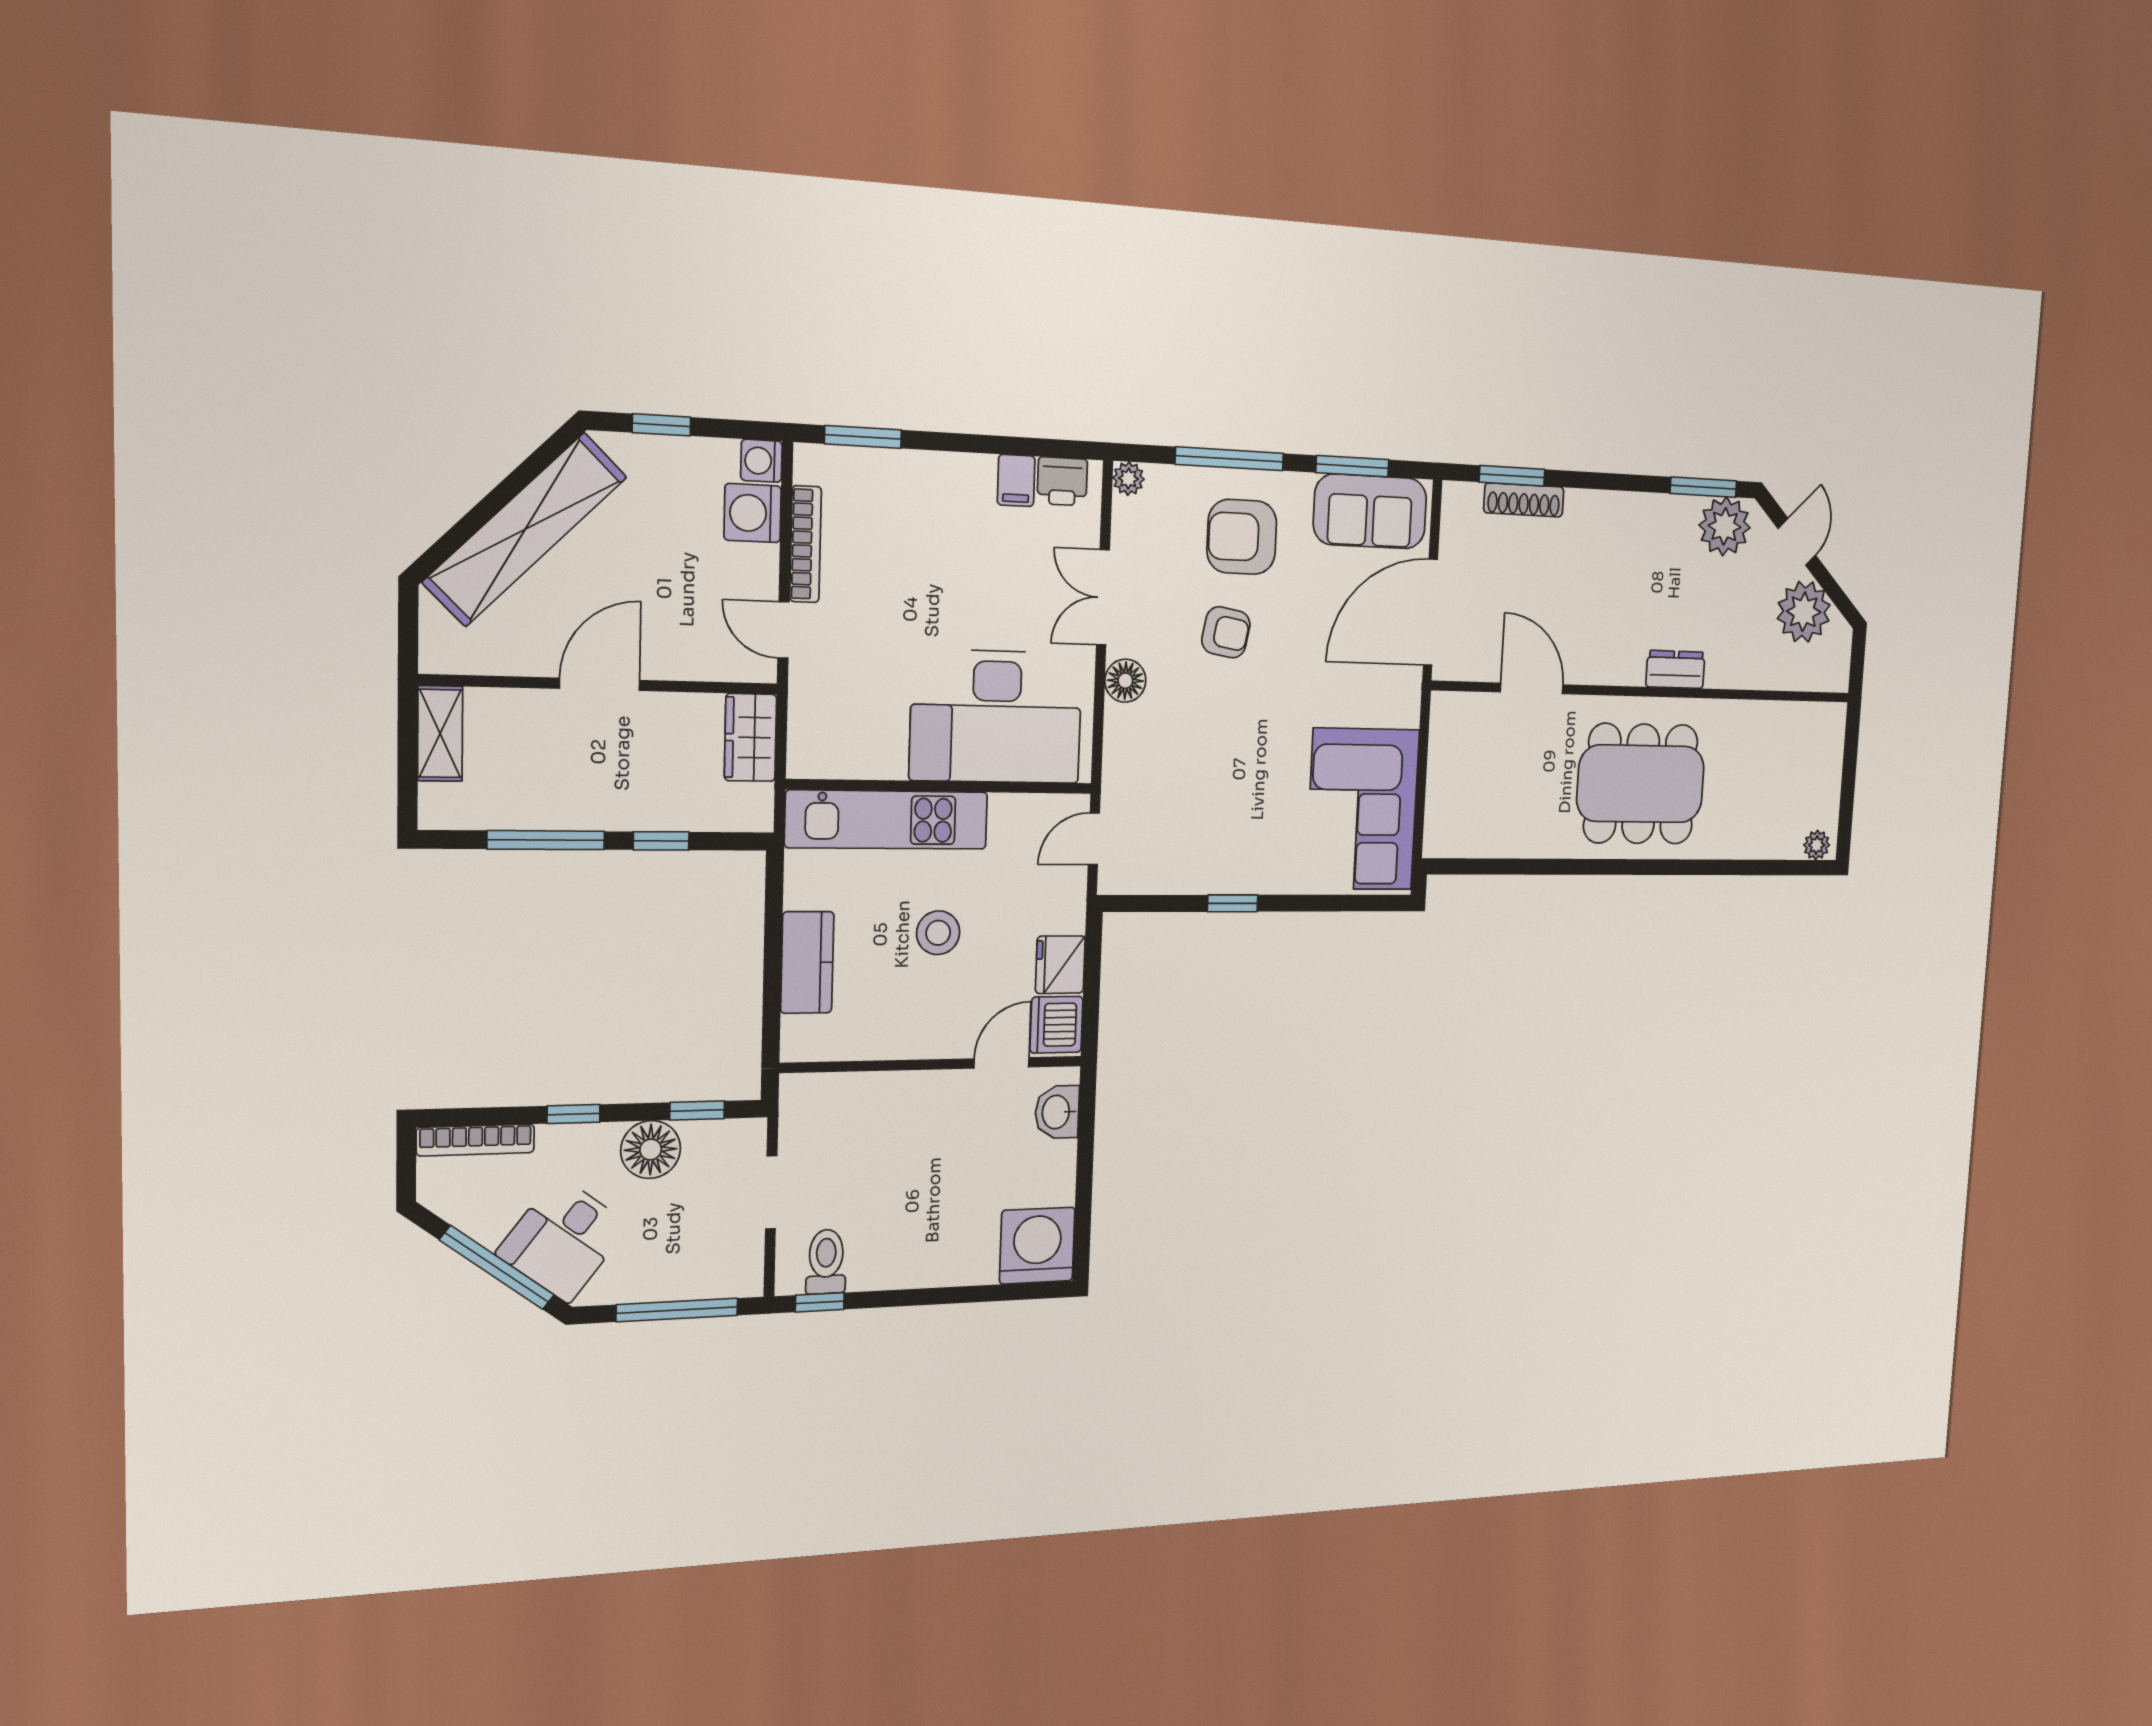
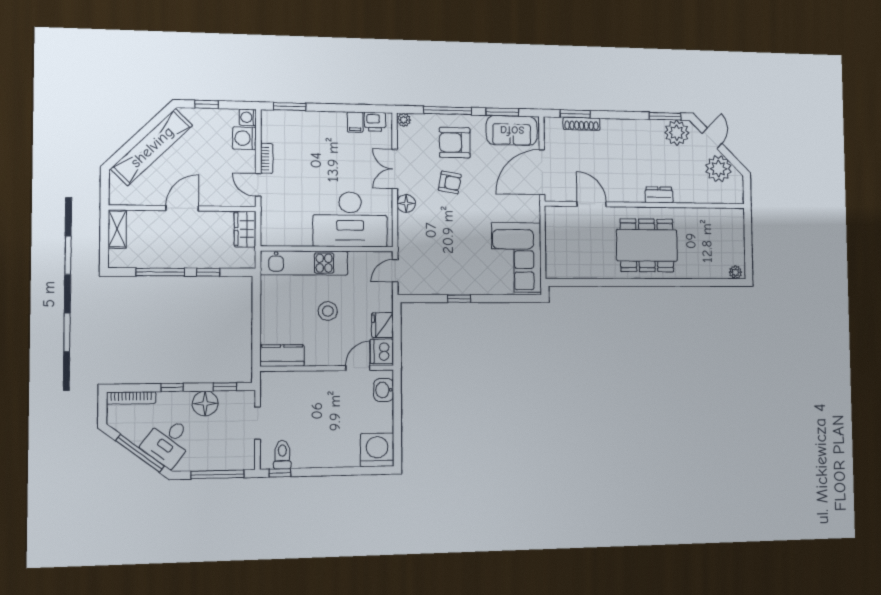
bookcase: (806, 544) -> (267, 158), width x0.64
kitchen counter: (807, 962) -> (282, 356), moved, turned -90

